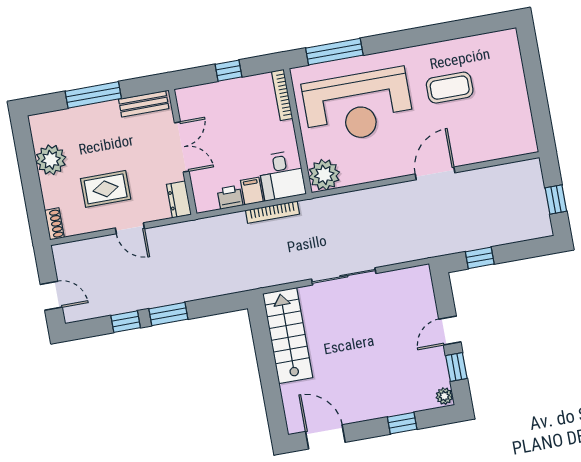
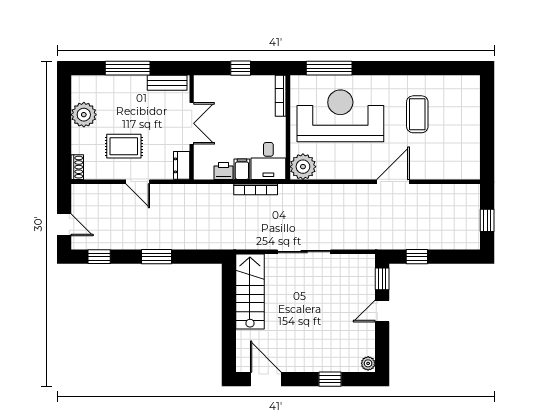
coffee table: (450, 88) -> (417, 114), turned 90
reception desk: (358, 106) -> (340, 116), turned 180
window: (126, 322) -> (99, 257), moved
window: (456, 367) -> (382, 279), moved

